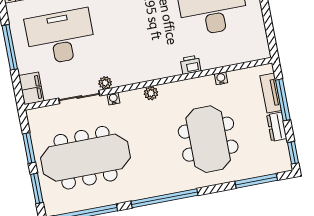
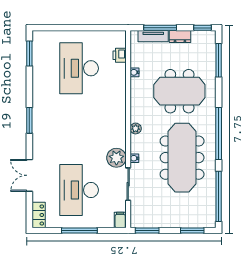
printer: (190, 65) -> (120, 55), moved
plant: (105, 83) -> (116, 158), width x1.88, depth x1.88
filing cabinet: (31, 88) -> (120, 220), width x0.50
window: (29, 148) -> (147, 230), moved
meeting table: (85, 158) -> (182, 158), moved

